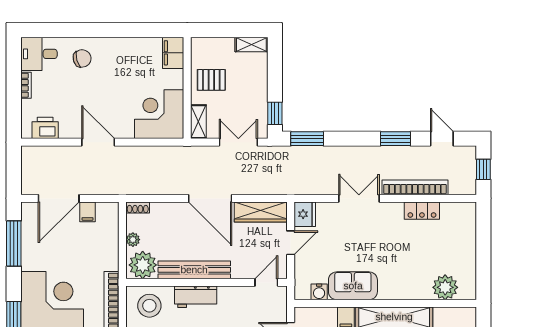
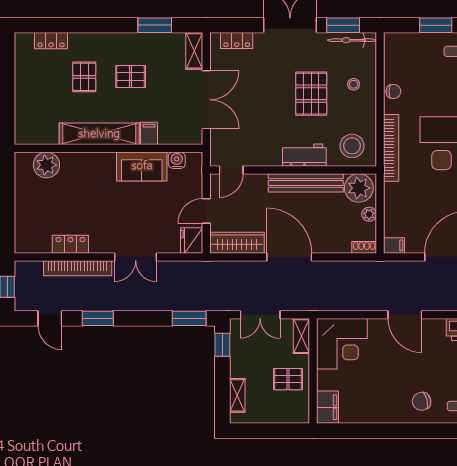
shelving: (251, 44) -> (237, 395), moved, turned 90
filing cabinet: (87, 212) -> (394, 245), moved, turned 90

